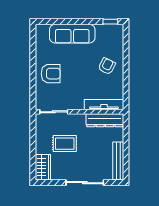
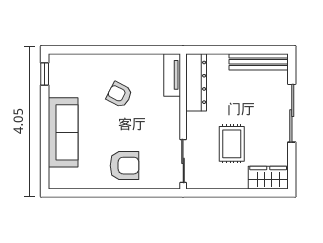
armchair: (107, 66) -> (119, 95), moved
armchair: (51, 74) -> (124, 166), turned 90
tv unit: (104, 105) -> (172, 75), width x0.71

